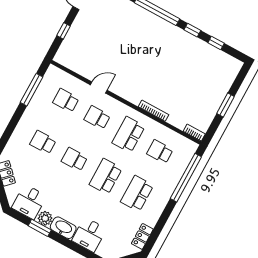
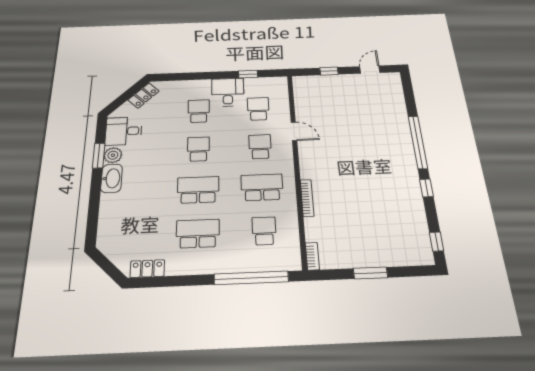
window: (216, 43) -> (437, 242), moved
window: (31, 90) -> (248, 74), width x0.46
desk: (89, 235) -> (228, 92), moved, turned 90

